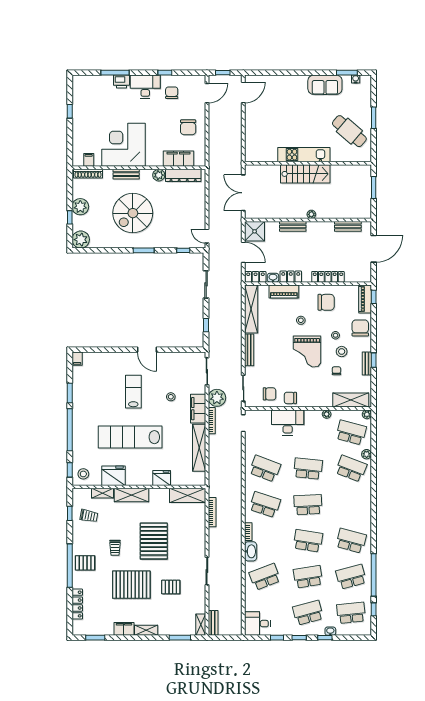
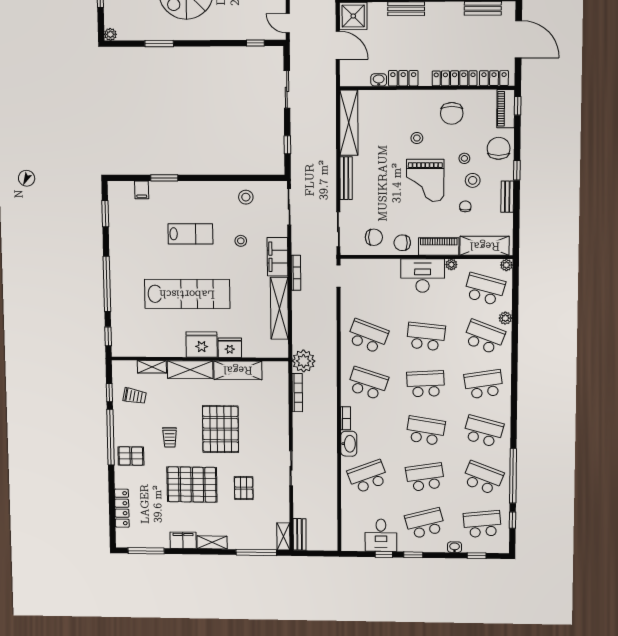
plant: (81, 240) -> (110, 34), width x0.53, depth x0.53
door: (374, 249) -> (518, 39), hinge flipped
window: (144, 250) -> (159, 44), moved
locker: (256, 277) -> (494, 78), moved
piano: (284, 292) -> (439, 246), moved, turned 180
chair: (326, 302) -> (452, 113), turned 90
window: (114, 350) -> (164, 178), added
door: (147, 350) -> (208, 178), removed
filing cabinet: (77, 359) -> (142, 190), moved
window: (374, 360) -> (517, 170), moved
lab bench: (133, 392) -> (190, 234), turned 90
window: (70, 393) -> (105, 214), moved
plant: (217, 398) -> (304, 361), moved
desk: (288, 422) -> (423, 276), moved
lab bench: (130, 437) -> (187, 294), turned 180
stool: (83, 474) -> (246, 197), moved
fridge: (113, 476) -> (202, 344), moved
shelving: (188, 495) -> (238, 370), moved
school desk: (351, 505) -> (484, 384), added
window: (70, 566) -> (110, 437), moved
school desk: (351, 577) -> (483, 478), turned 36
pallet: (171, 587) -> (244, 488), turned 90
desk: (257, 624) -> (381, 535), moved, turned -90
window: (95, 638) -> (146, 551), width x1.44
window: (180, 638) -> (256, 552), width x1.44
window: (325, 638) -> (477, 556), moved

